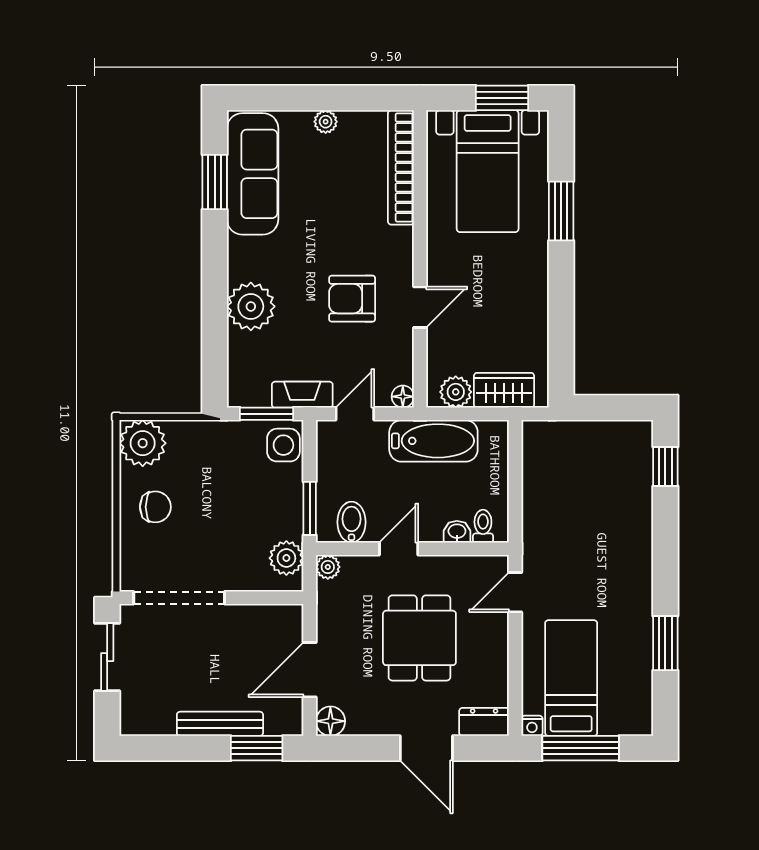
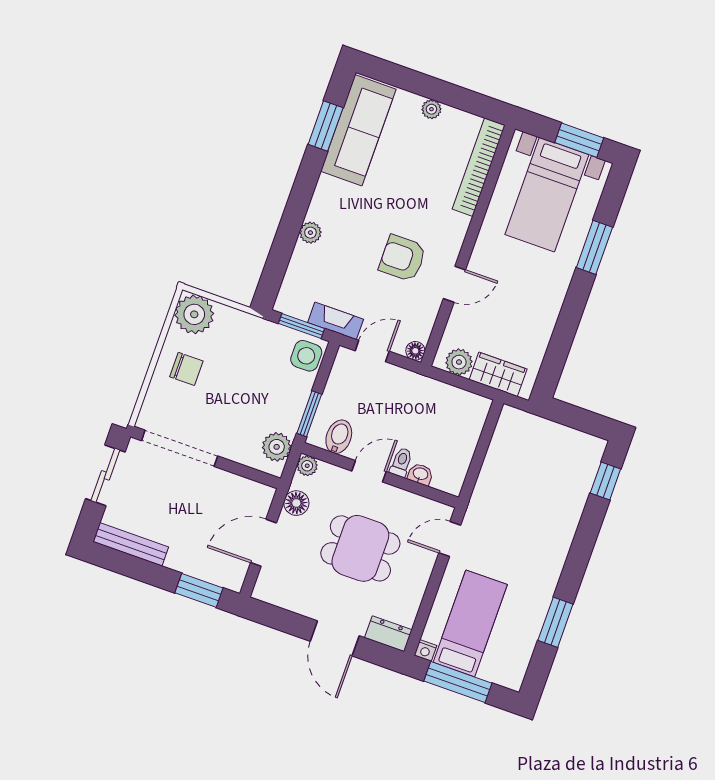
plant: (251, 306) -> (310, 233), width x0.53, depth x0.53
bathtub: (433, 441) -> (427, 395), removed
toilet: (483, 526) -> (401, 462), moved
dining table: (419, 638) -> (360, 548), turned 90
floor lamp: (330, 721) -> (296, 503), moved
bench: (220, 724) -> (131, 544), moved

